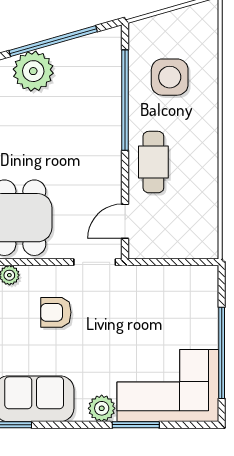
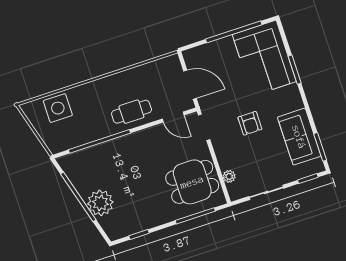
side table: (170, 77) -> (58, 108), moved
door: (165, 262) -> (190, 85), added
armchair: (56, 312) -> (250, 123), moved
plant: (102, 408) -> (291, 94), removed

